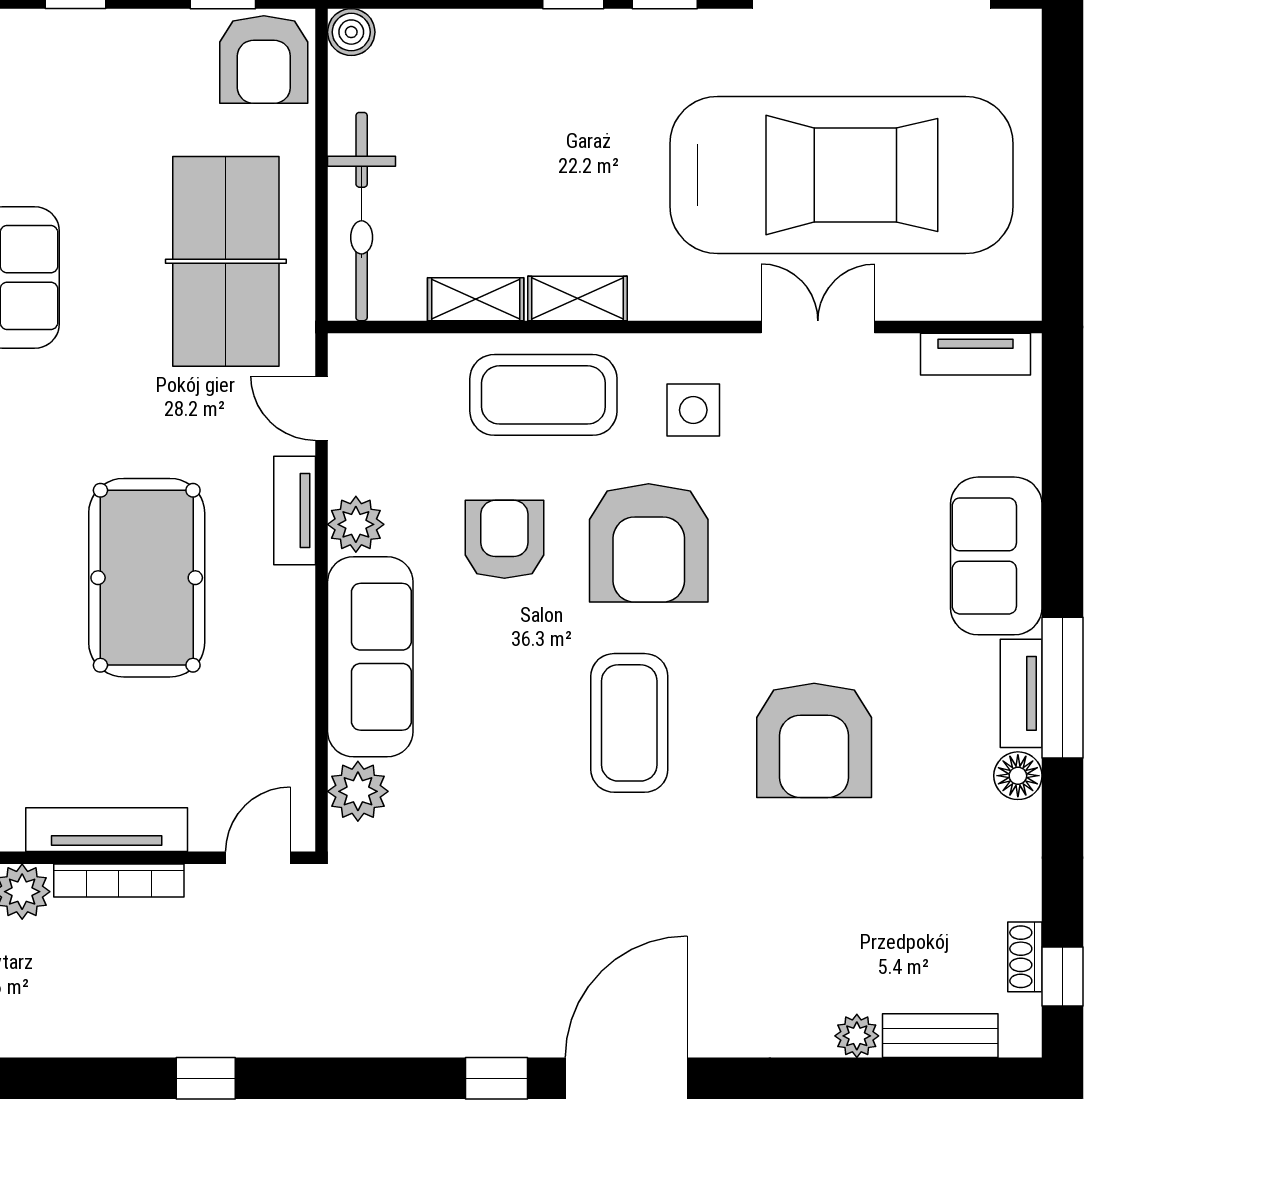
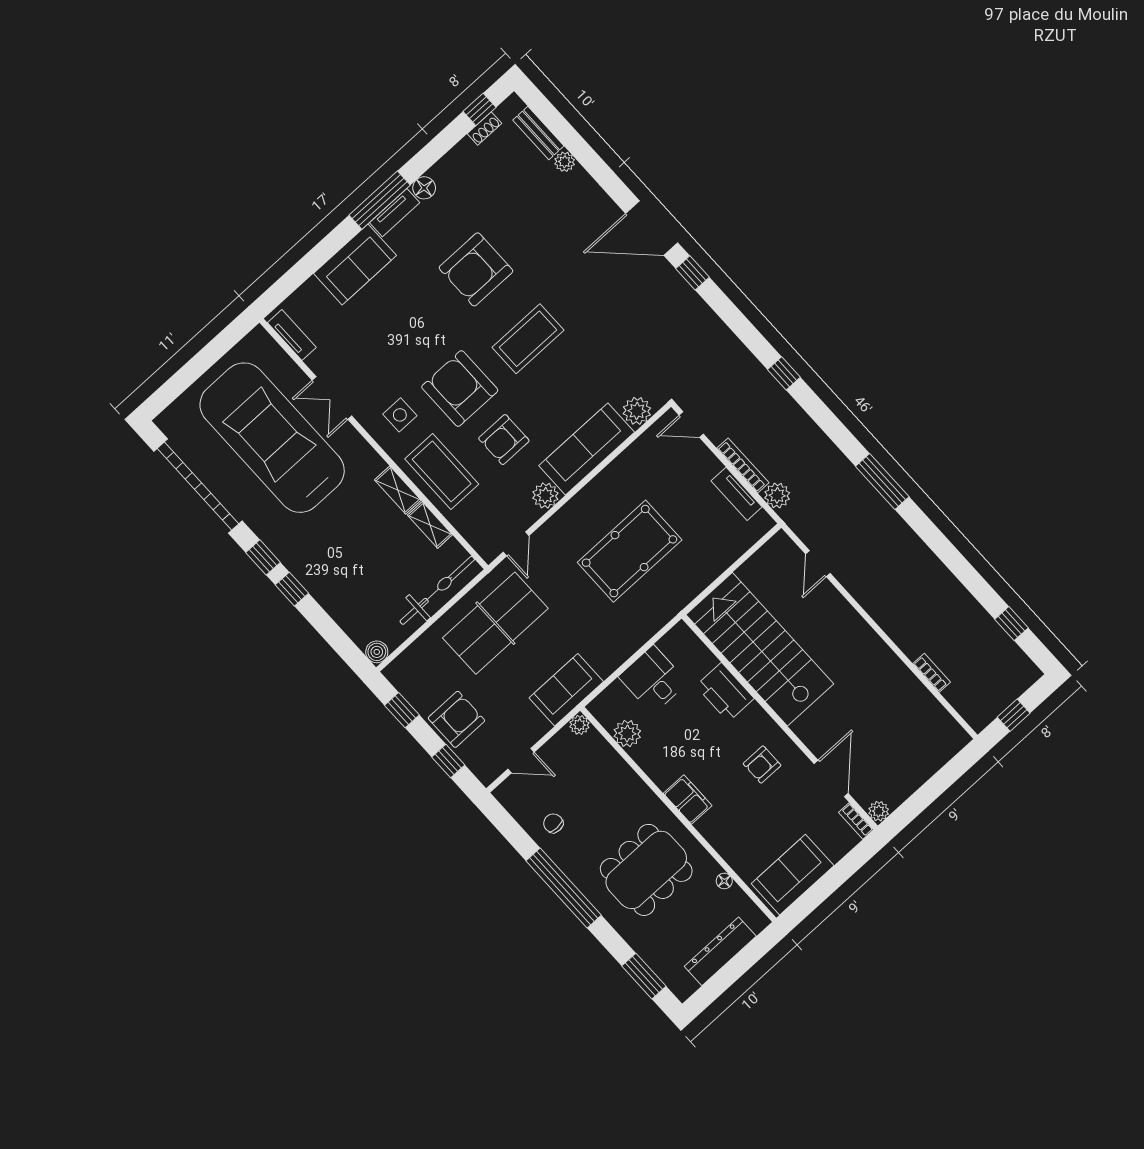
armchair: (264, 60) -> (456, 719), moved
tv unit: (295, 510) -> (560, 521), removed
armchair: (649, 543) -> (460, 389), turned -90
armchair: (814, 740) -> (476, 269), turned 180
tv unit: (107, 830) -> (737, 494), width x0.71

